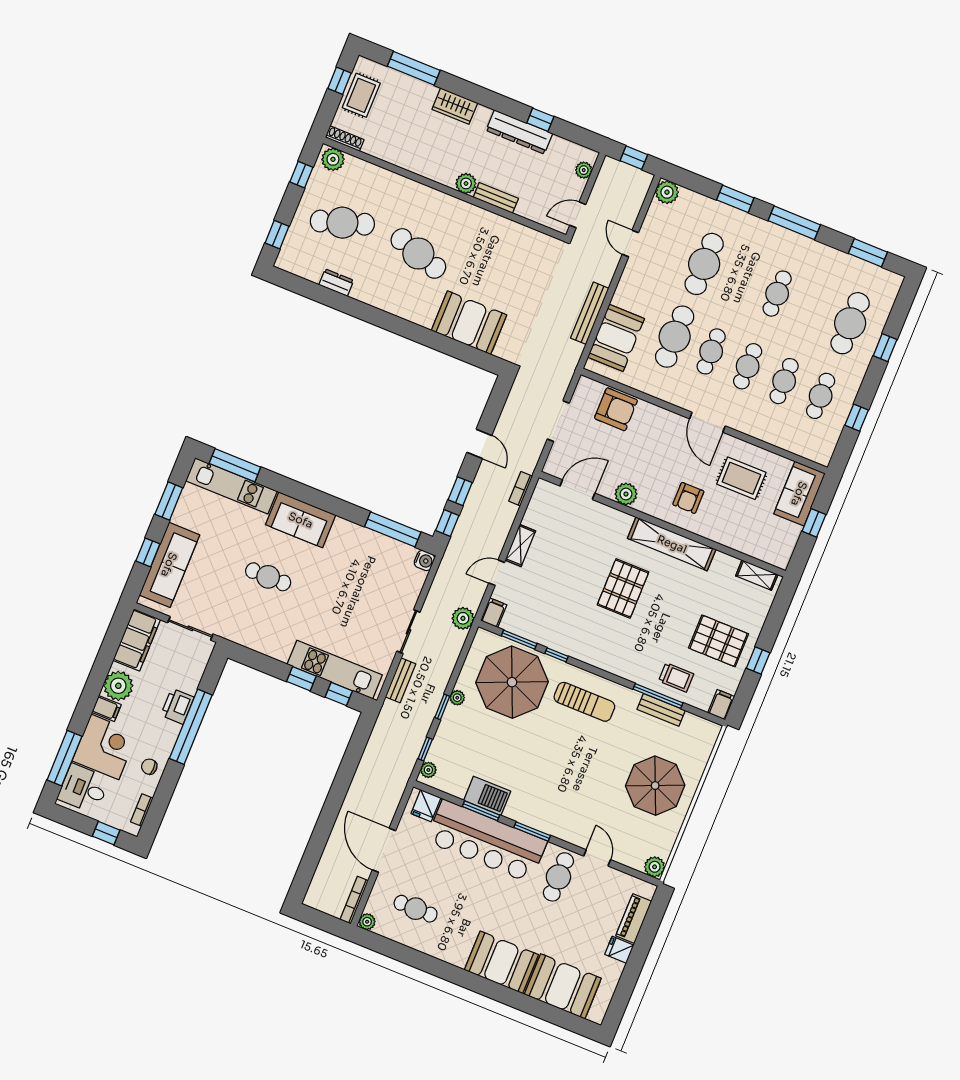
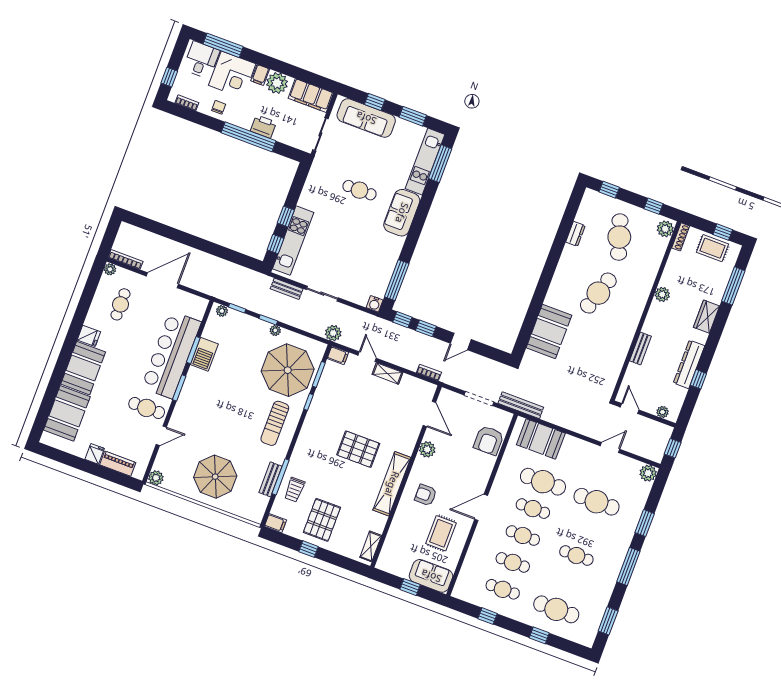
plant: (466, 183) -> (662, 294), moved
bench: (590, 313) -> (521, 405), moved
cafe table: (268, 577) -> (360, 190), turned 90
fridge: (426, 806) -> (89, 336), moved, turned 180

